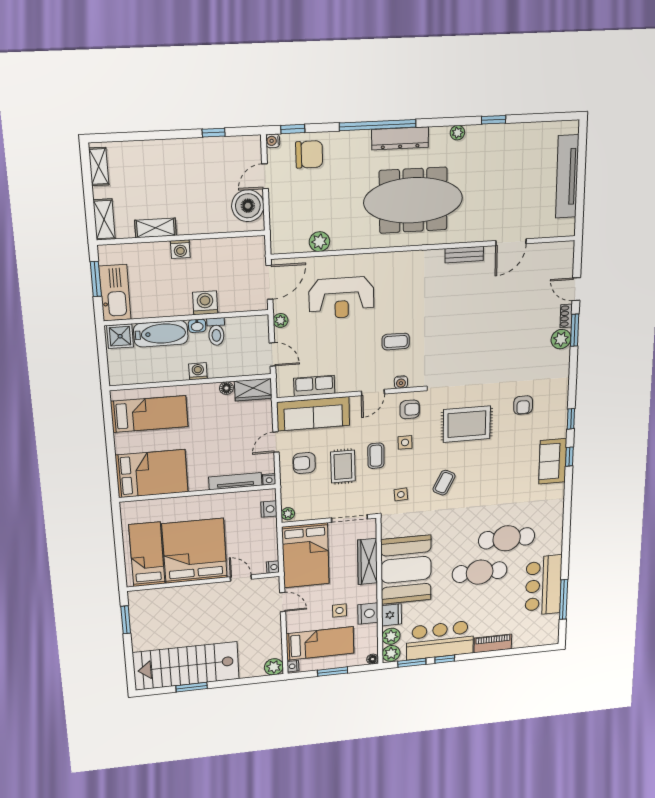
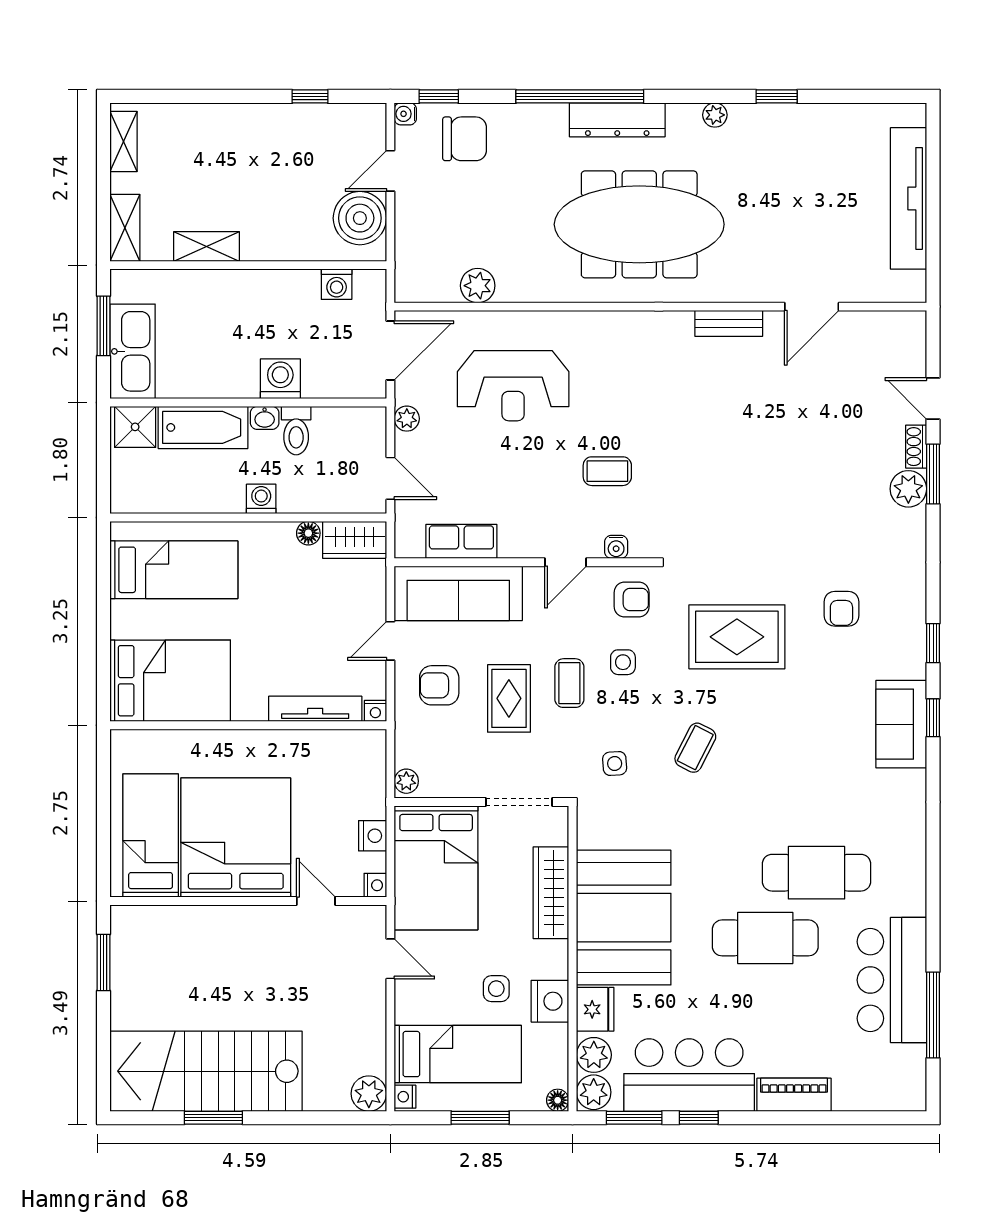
washing machine: (180, 249) -> (337, 284), moved
nightstand: (269, 509) -> (373, 836), moved

